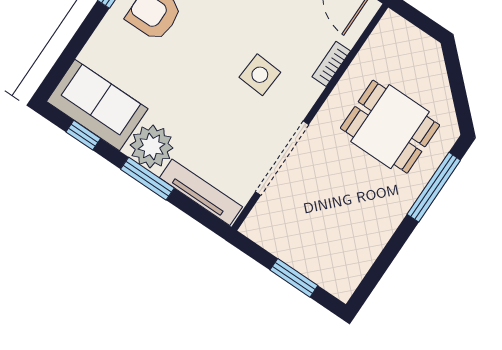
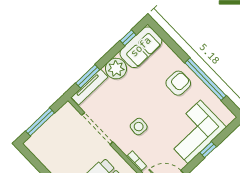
window: (147, 179) -> (88, 76), moved
window: (294, 278) -> (40, 122), width x1.44

